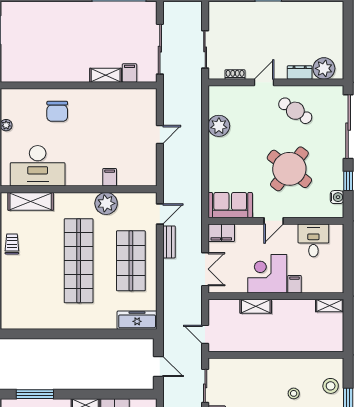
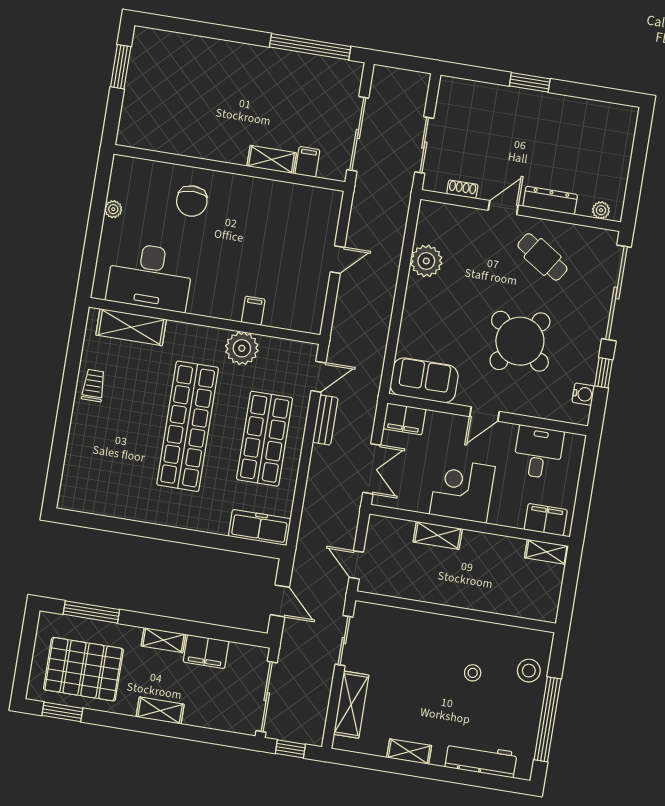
plant: (324, 68) -> (601, 210), width x0.53, depth x0.53
dresser: (300, 72) -> (550, 200), width x1.44
filing cabinet: (294, 284) -> (546, 520), moved, width x2.00

